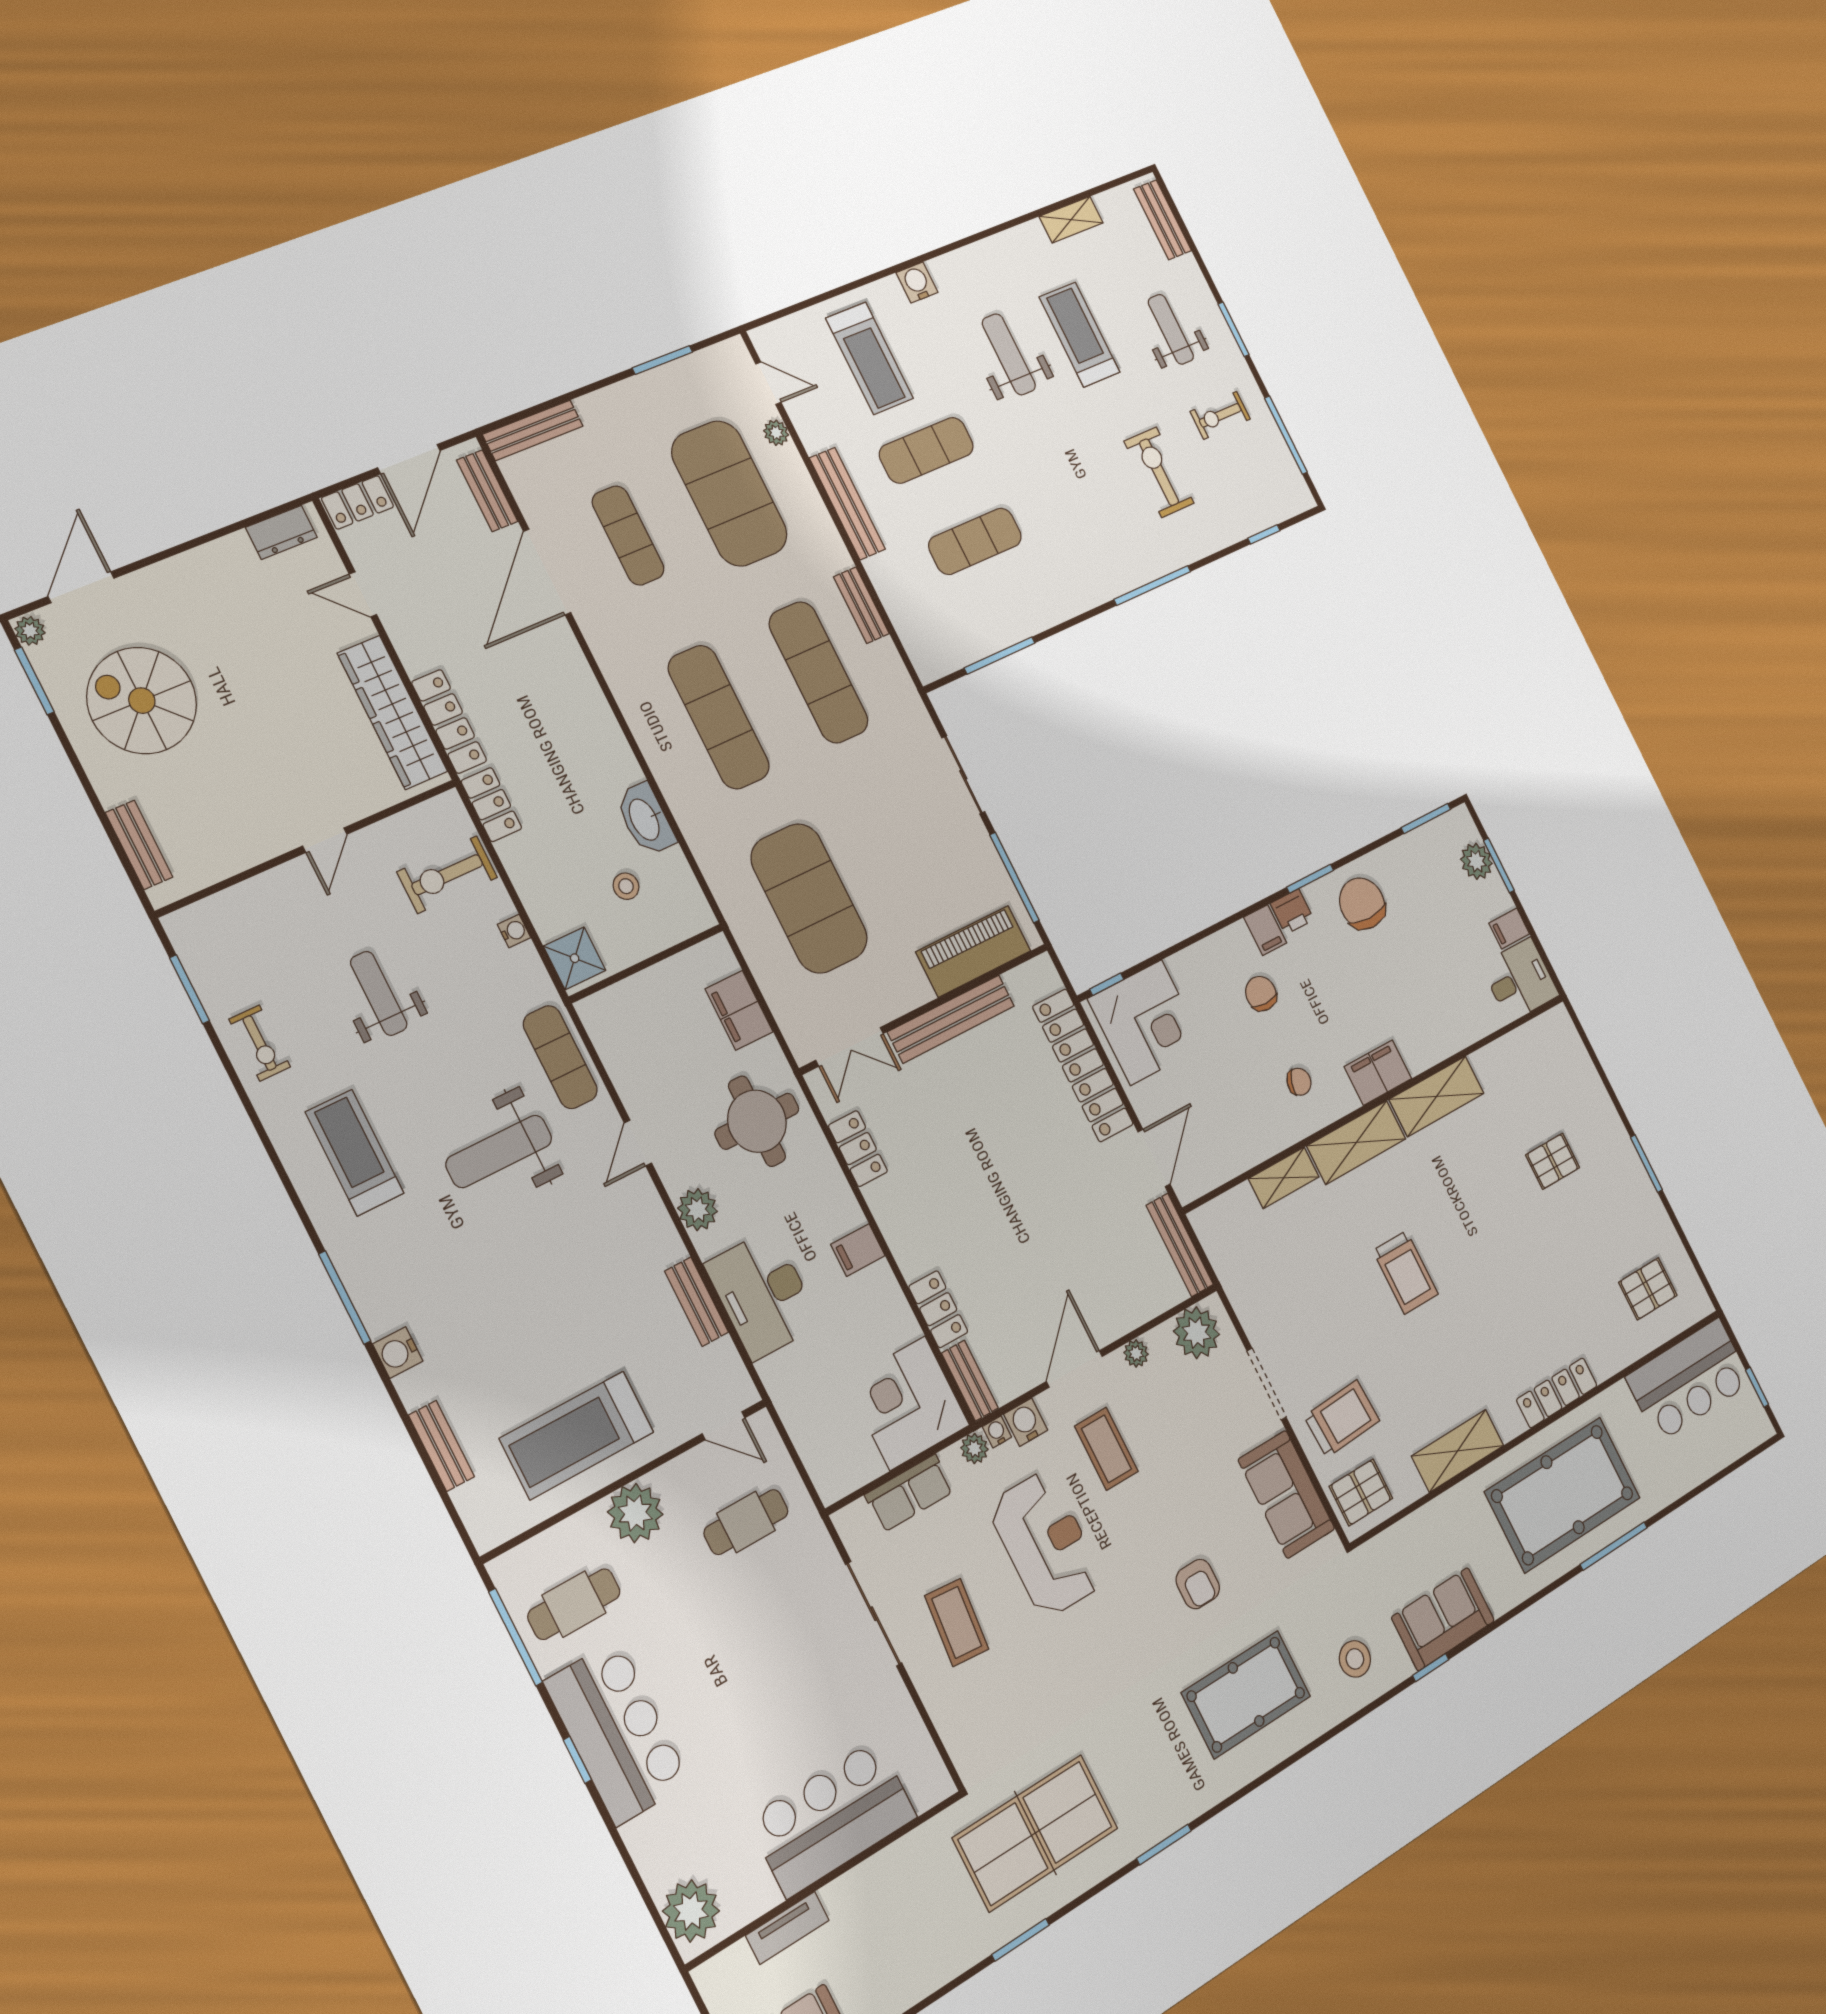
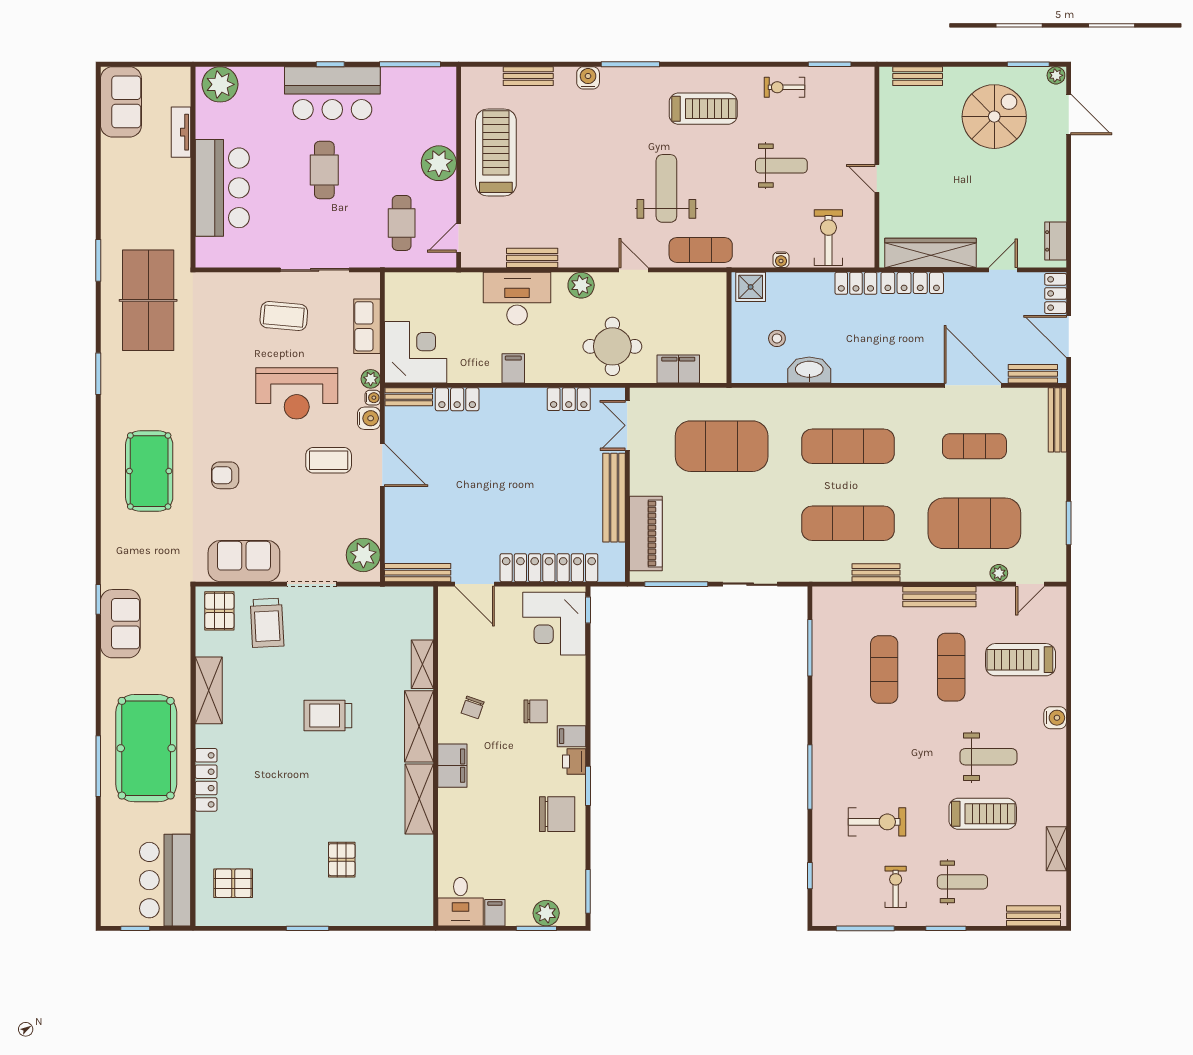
pallet: (1648, 1289) -> (233, 883), turned 90
plant: (1136, 1353) -> (371, 509), removed
cafe table: (574, 1604) -> (324, 170), moved
stool: (1355, 1659) -> (130, 552), removed

